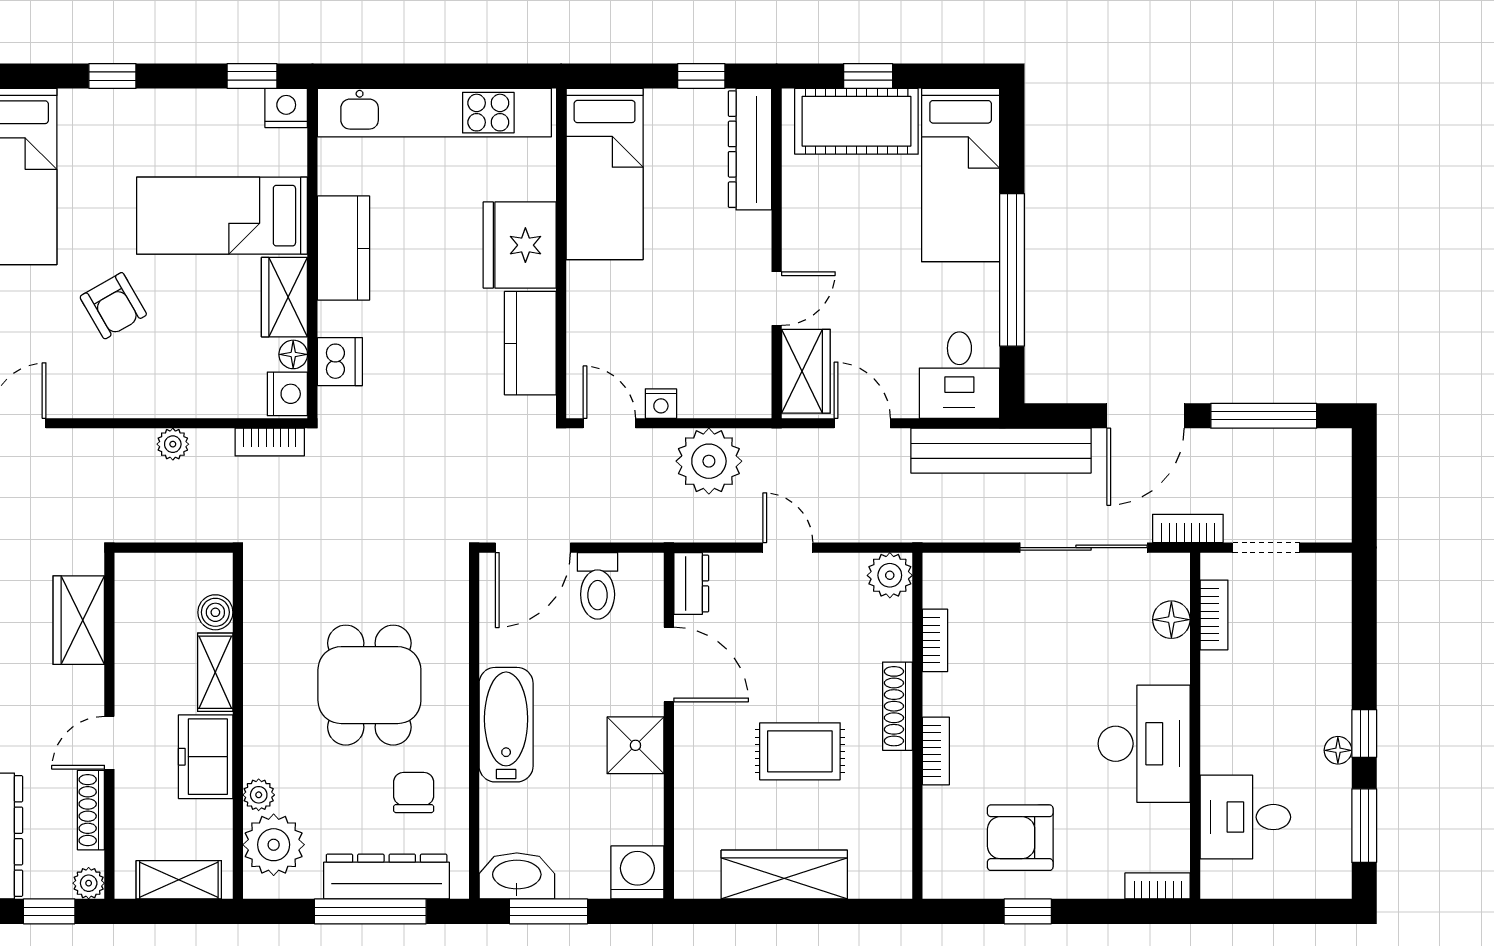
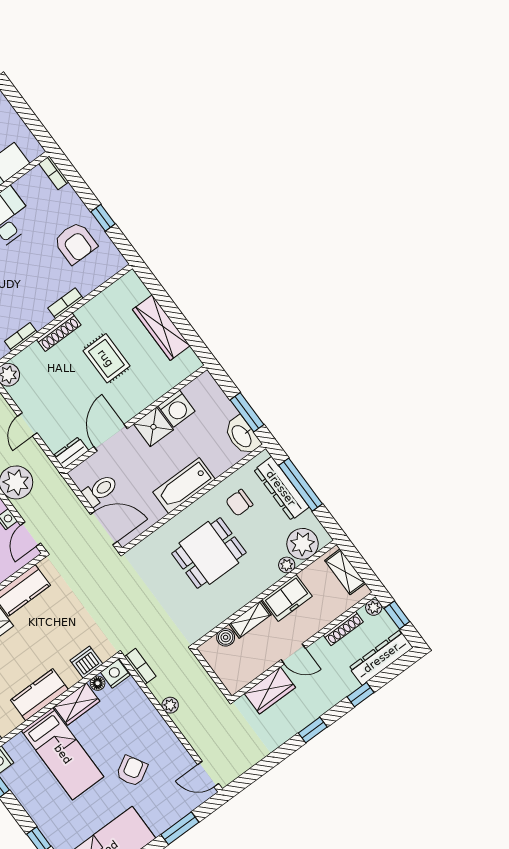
door: (109, 743) -> (293, 654), moved
washing machine: (637, 872) -> (176, 409), moved, turned -90

